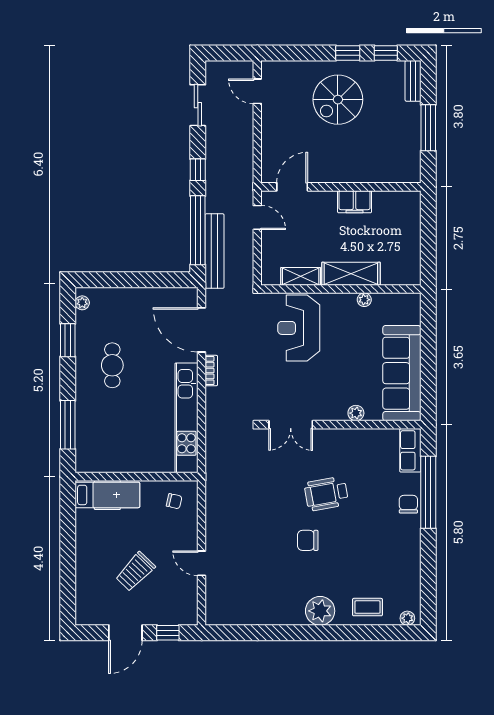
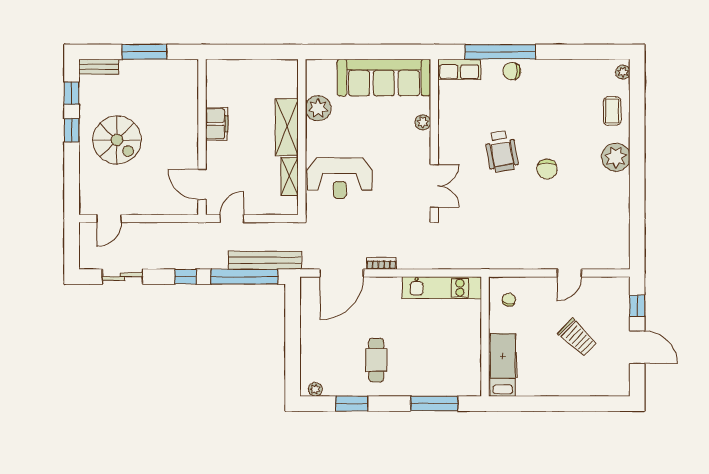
plant: (364, 300) -> (318, 108), width x1.88, depth x1.88
cafe table: (112, 365) -> (376, 360), turned 90
kitchen unit: (186, 418) -> (442, 288), width x0.73

